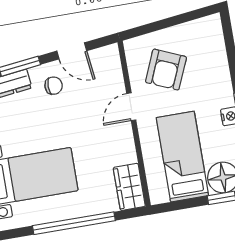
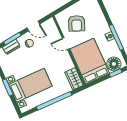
door: (131, 107) -> (66, 43), hinge flipped
bed: (182, 157) -> (90, 61), width x1.50

